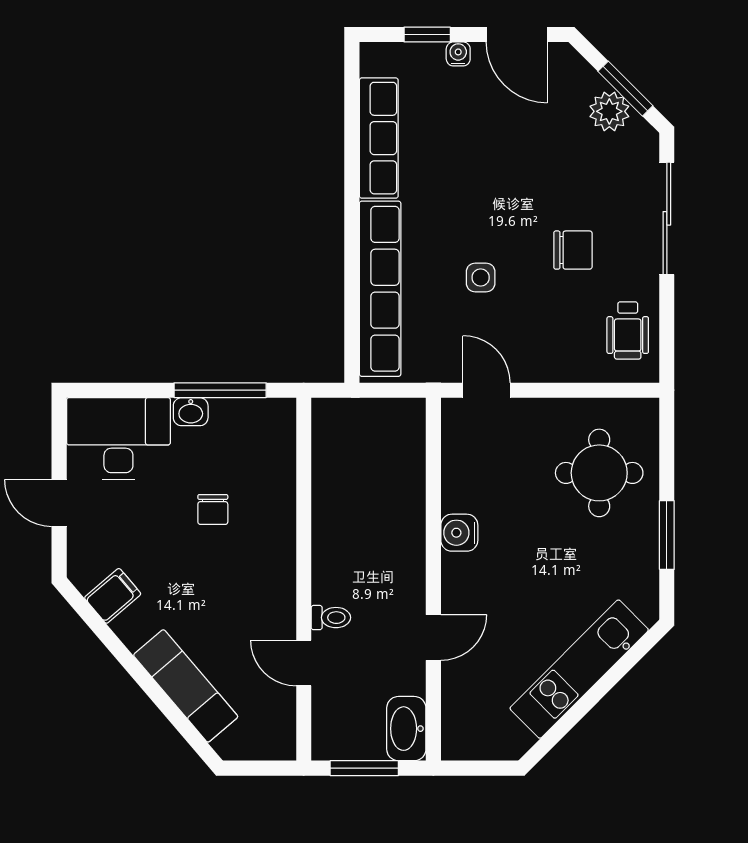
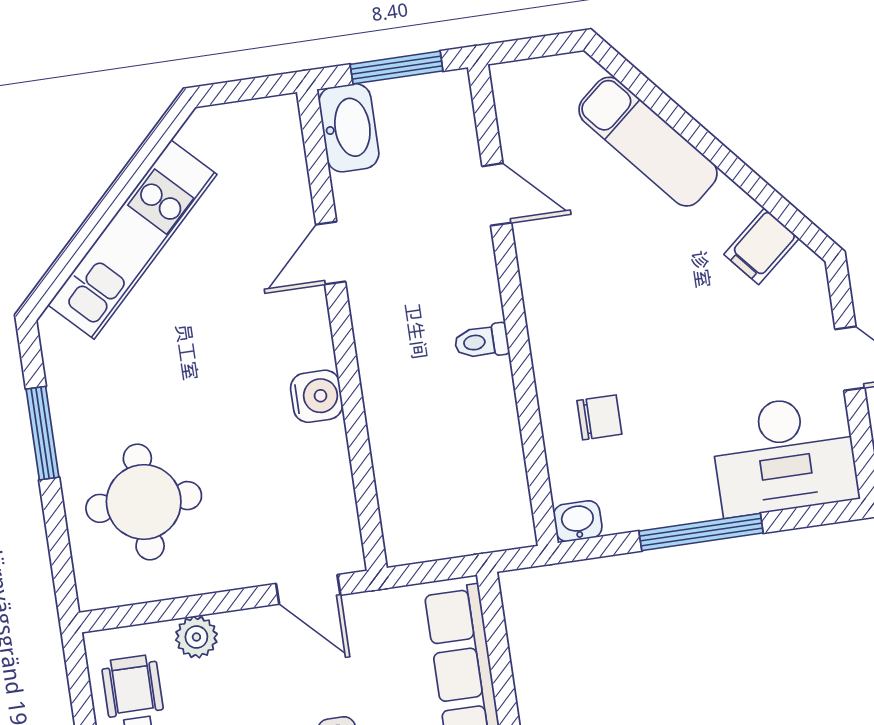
plant: (575, 367) -> (196, 637), added
window: (220, 390) -> (701, 532), moved
washbasin: (191, 412) -> (578, 521), moved
chair: (213, 509) -> (599, 417), moved, turned 90
toilet: (331, 618) -> (482, 341), moved

